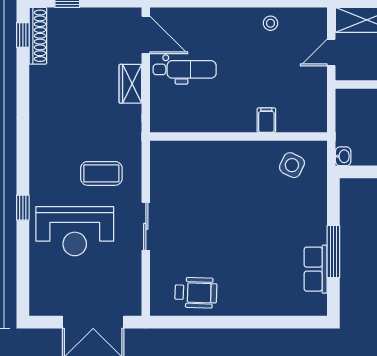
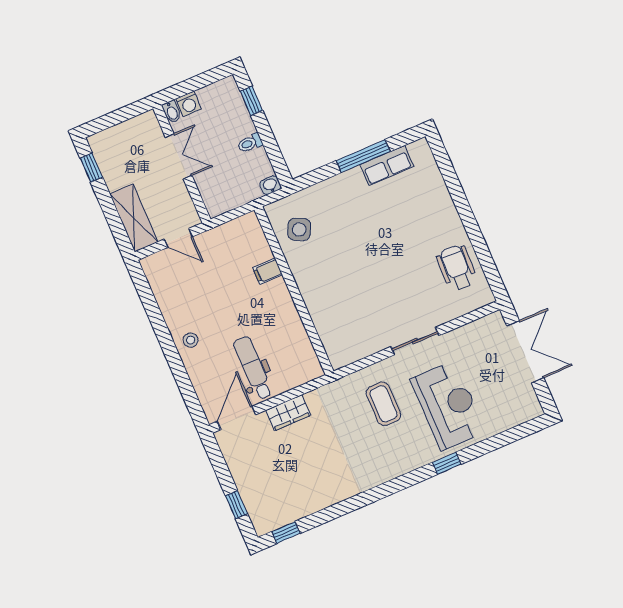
stool: (270, 23) -> (191, 340), moved
shoe rack: (38, 36) -> (281, 518), removed

